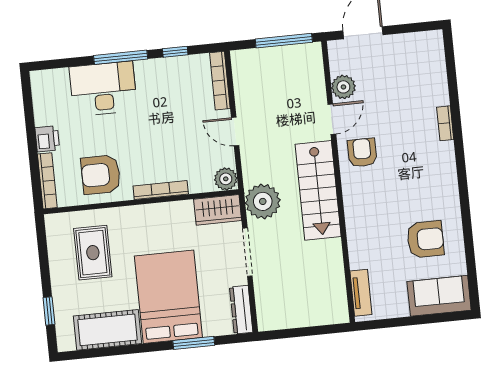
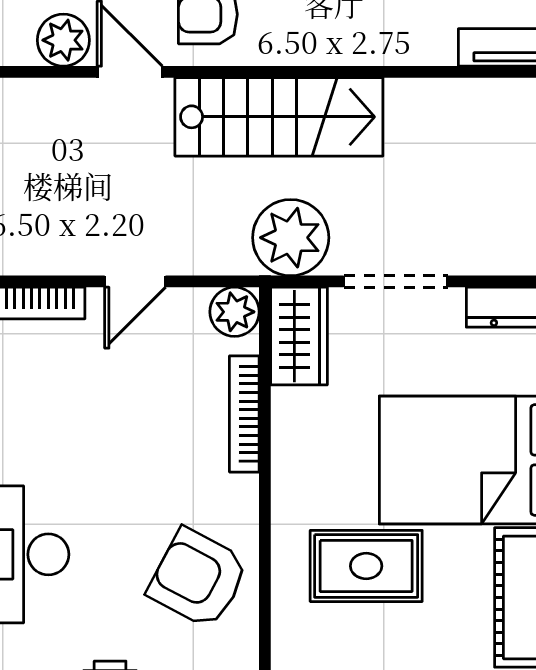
armchair: (101, 175) -> (198, 578), turned 118
bookcase: (161, 190) -> (244, 414), moved
rug: (93, 253) -> (366, 566), moved

